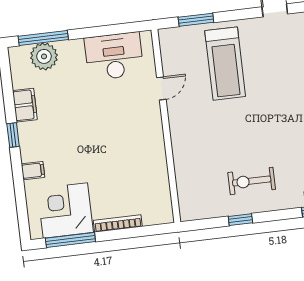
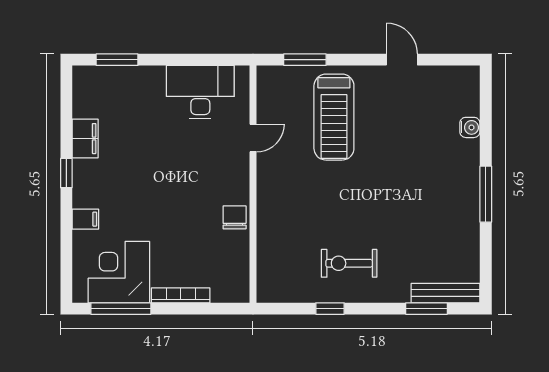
window: (43, 38) -> (117, 60), width x0.69
plant: (44, 56) -> (115, 82), removed
chair: (154, 155) -> (235, 217), added

